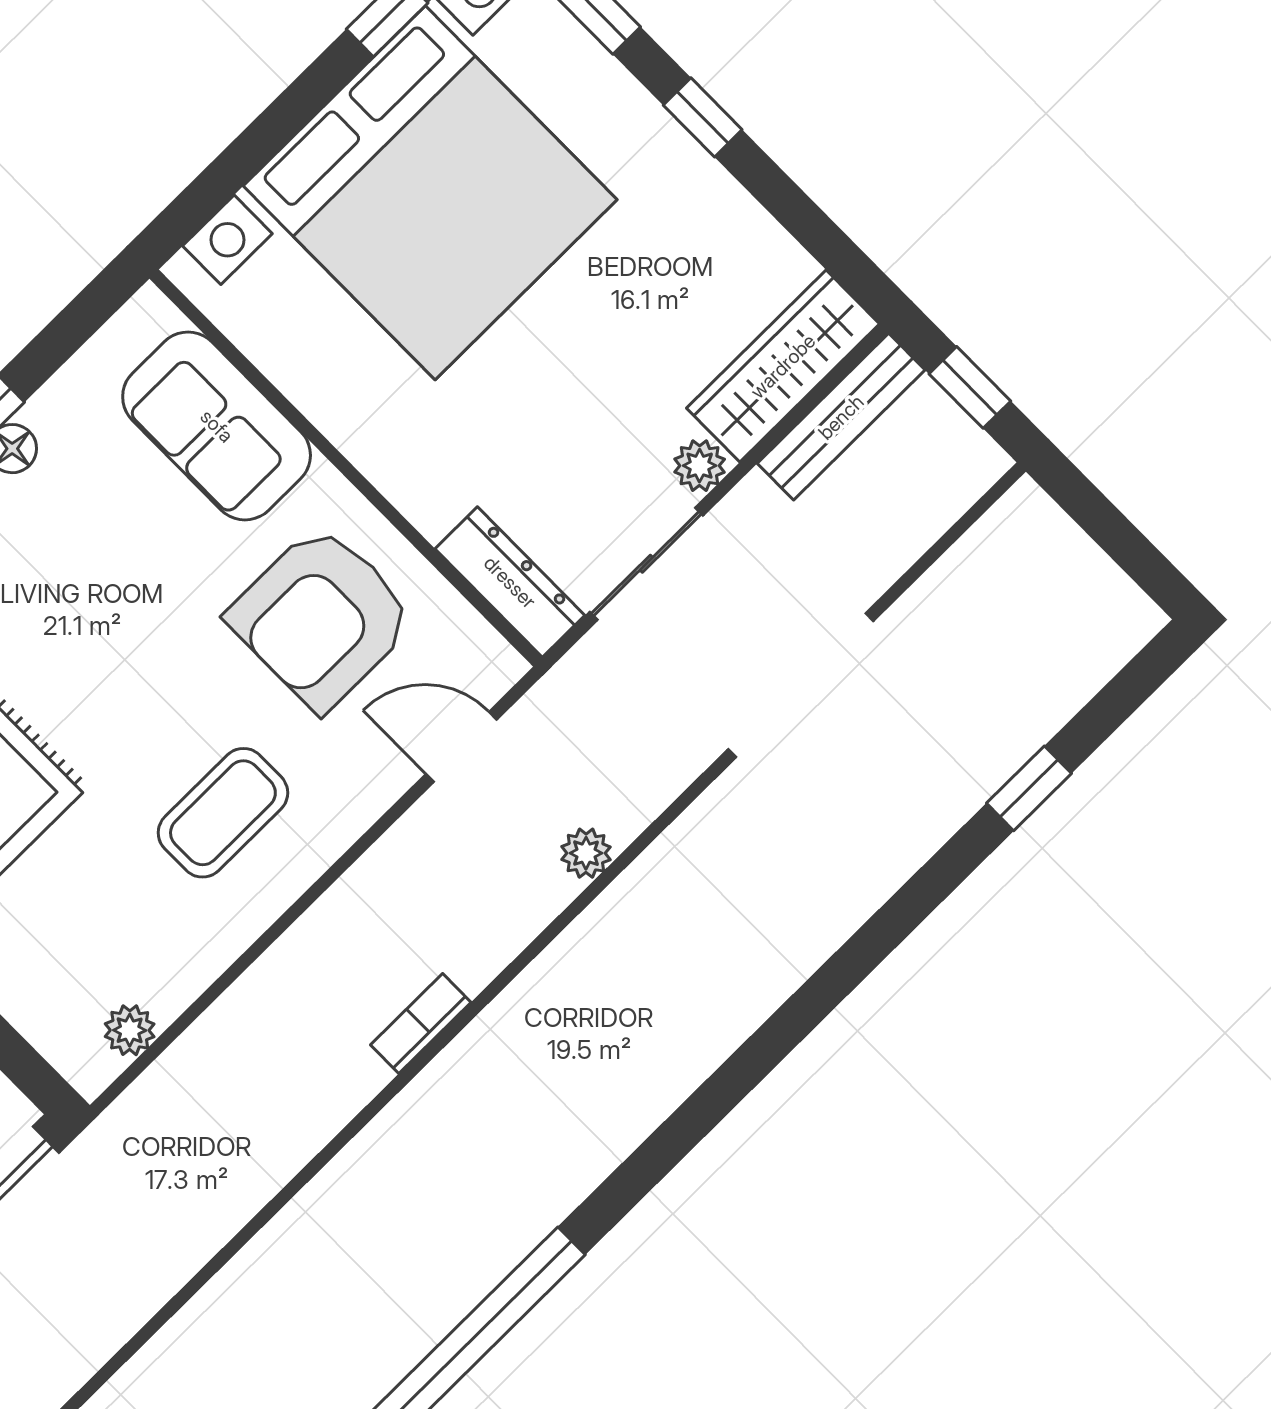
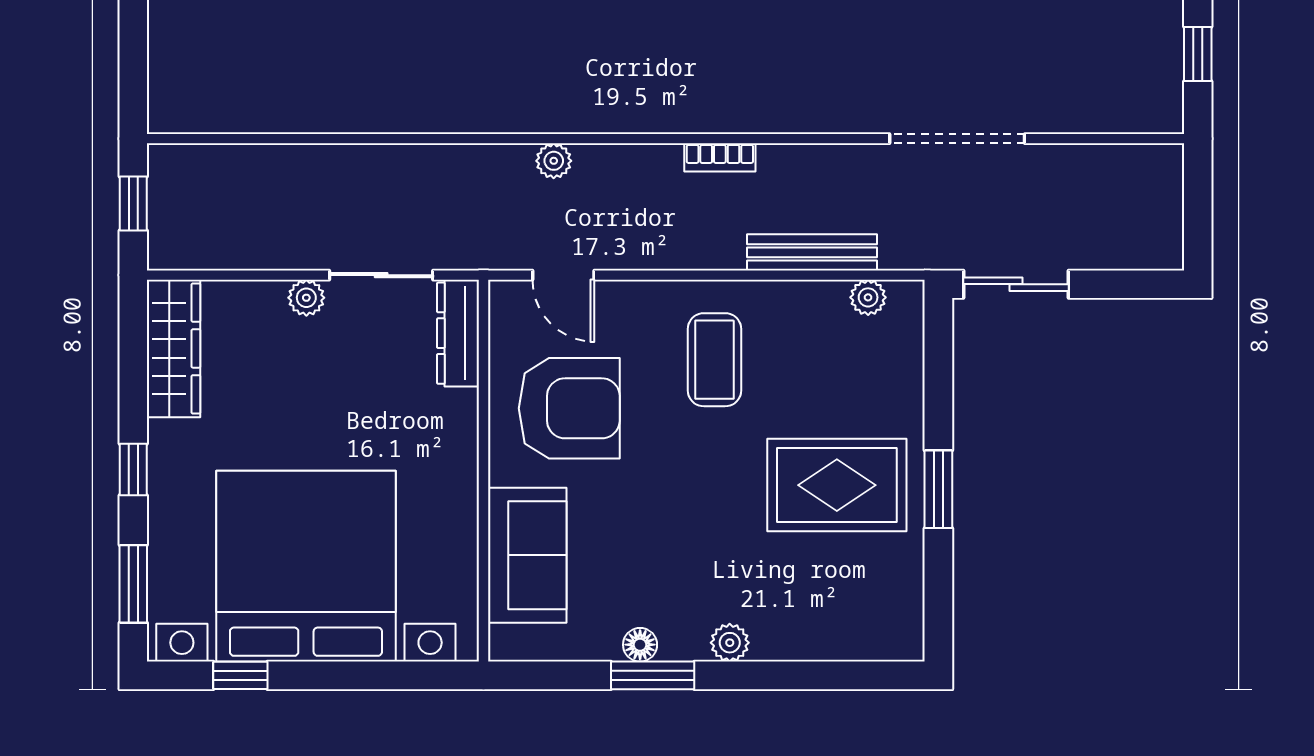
wardrobe: (783, 366) -> (174, 348), moved, turned -90
bench: (841, 417) -> (812, 252), moved
doorway: (801, 685) -> (957, 139), moved
coffee table: (223, 813) -> (714, 360), turned 90

